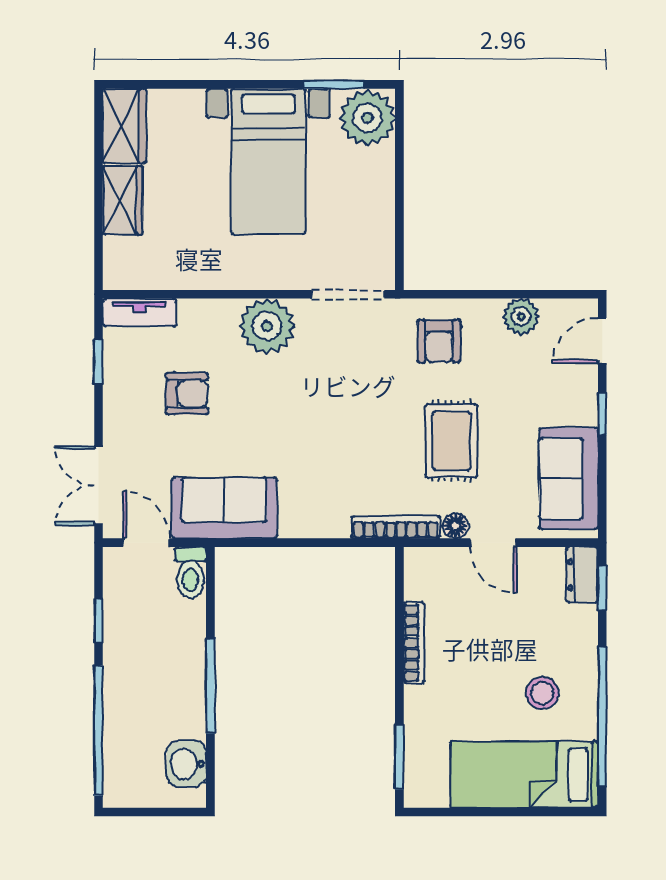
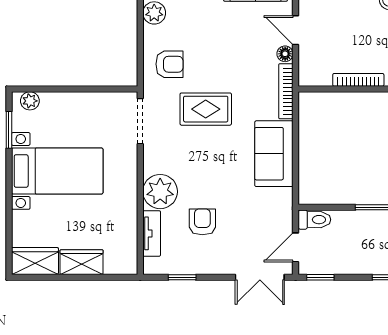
plant: (367, 118) -> (30, 101), width x0.53, depth x0.53
tv unit: (139, 312) -> (152, 233), moved
plant: (267, 326) -> (160, 192), moved
rug: (451, 441) -> (206, 109), moved
sofa: (224, 508) -> (274, 154), moved
door: (493, 543) -> (296, 30), swing flipped
window: (99, 621) -> (320, 277), moved

